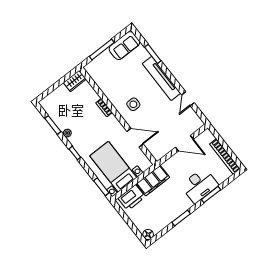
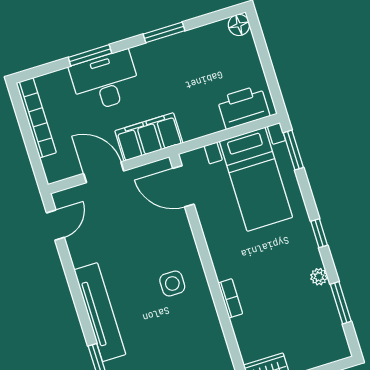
door: (188, 99) -> (55, 225), moved
door: (135, 138) -> (183, 186), moved
filing cabinet: (153, 181) -> (149, 137), moved

